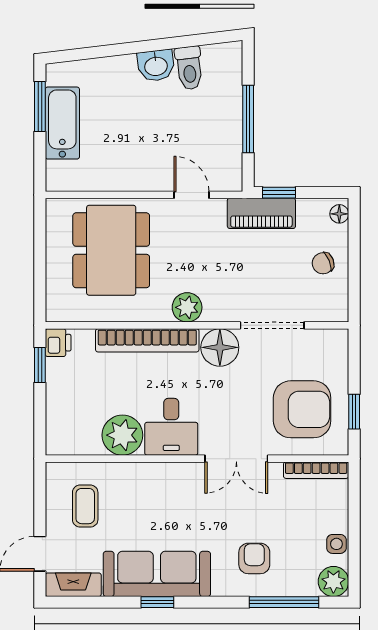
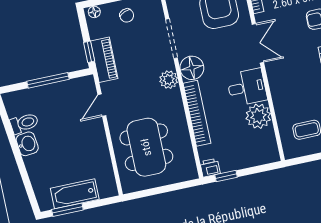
dining table: (111, 250) -> (146, 147), turned 90
plant: (187, 307) -> (169, 80), moved

